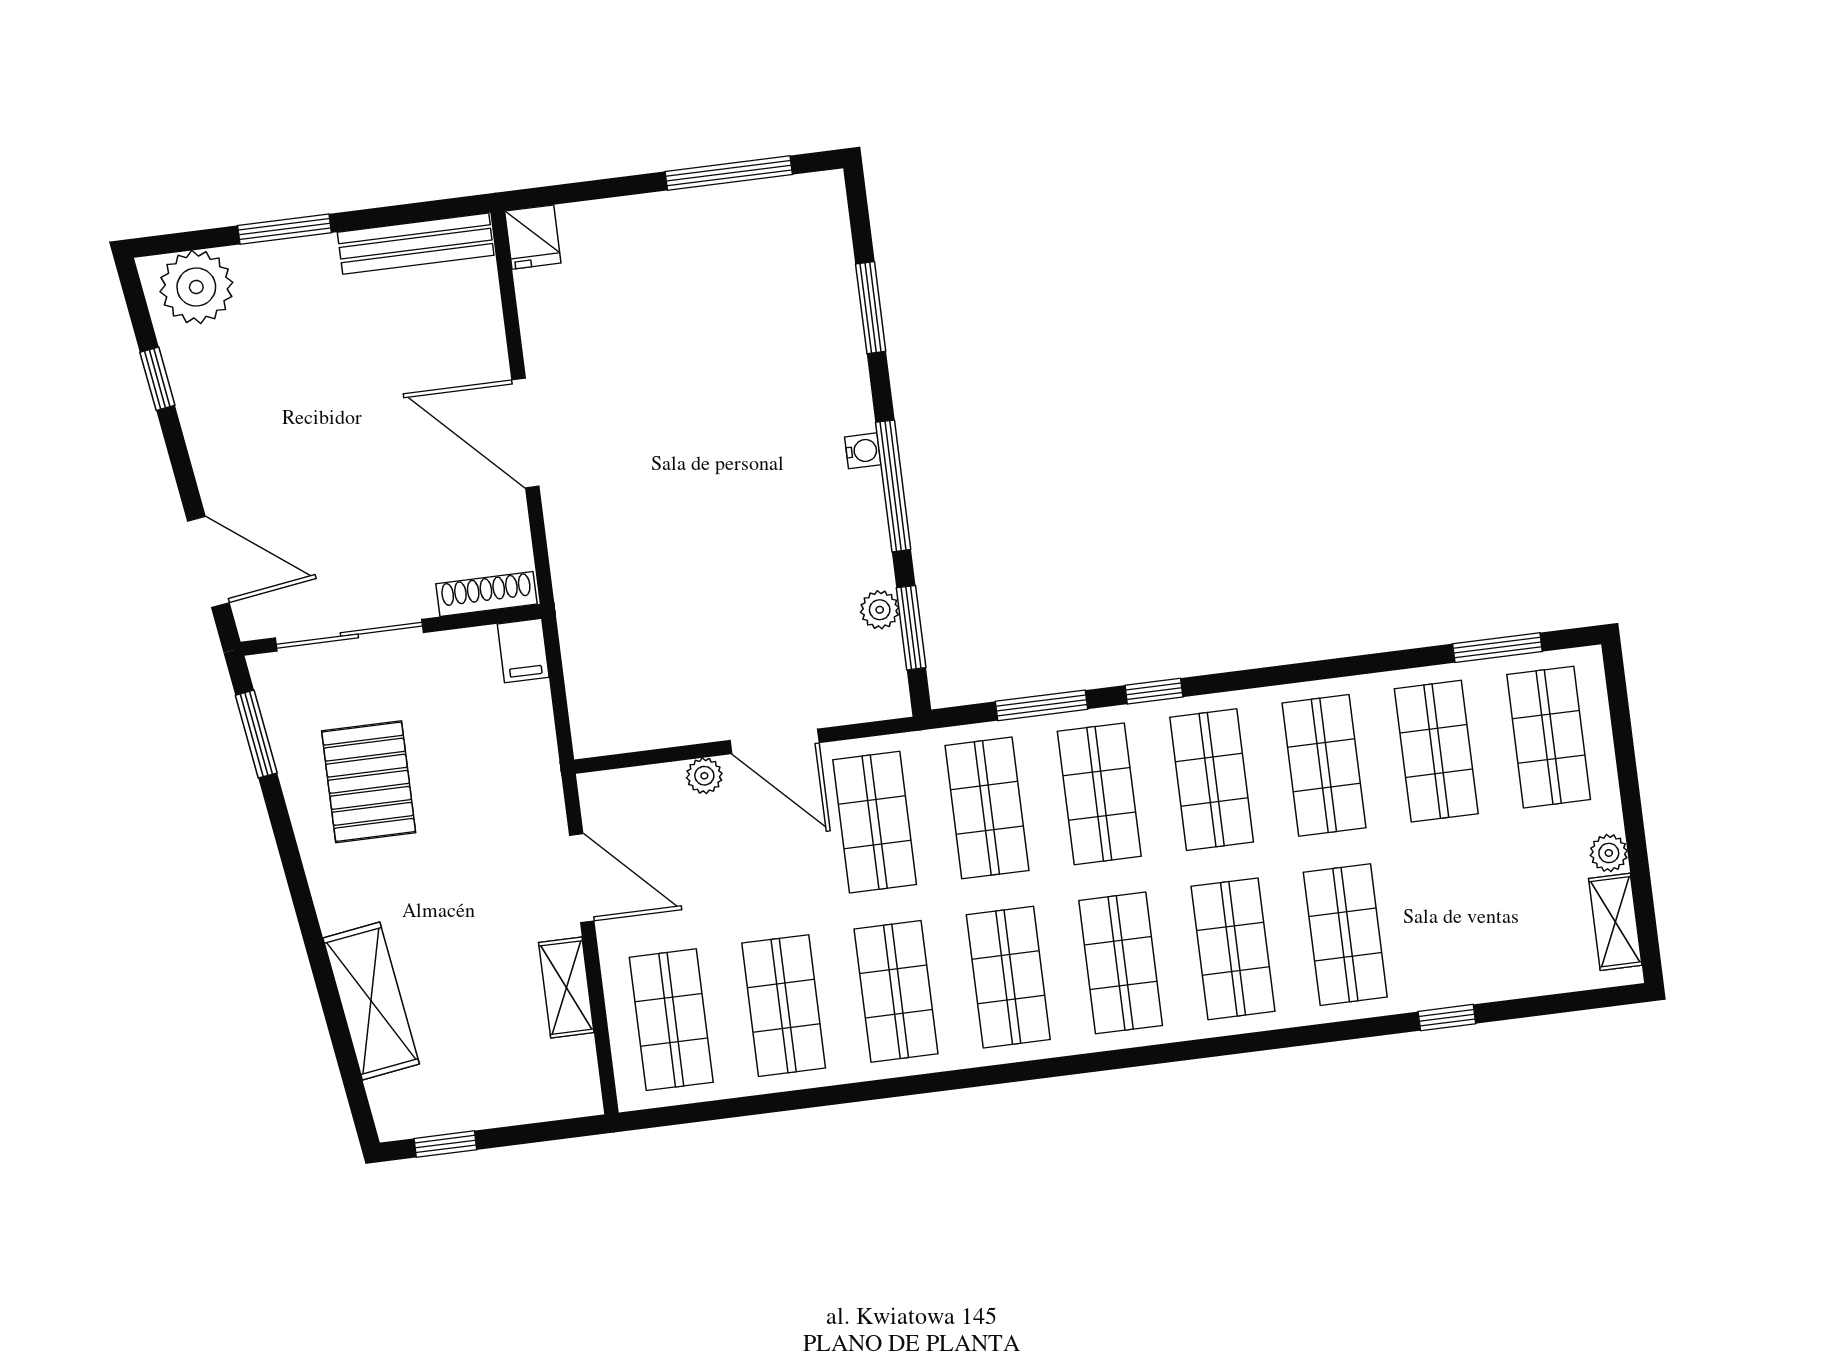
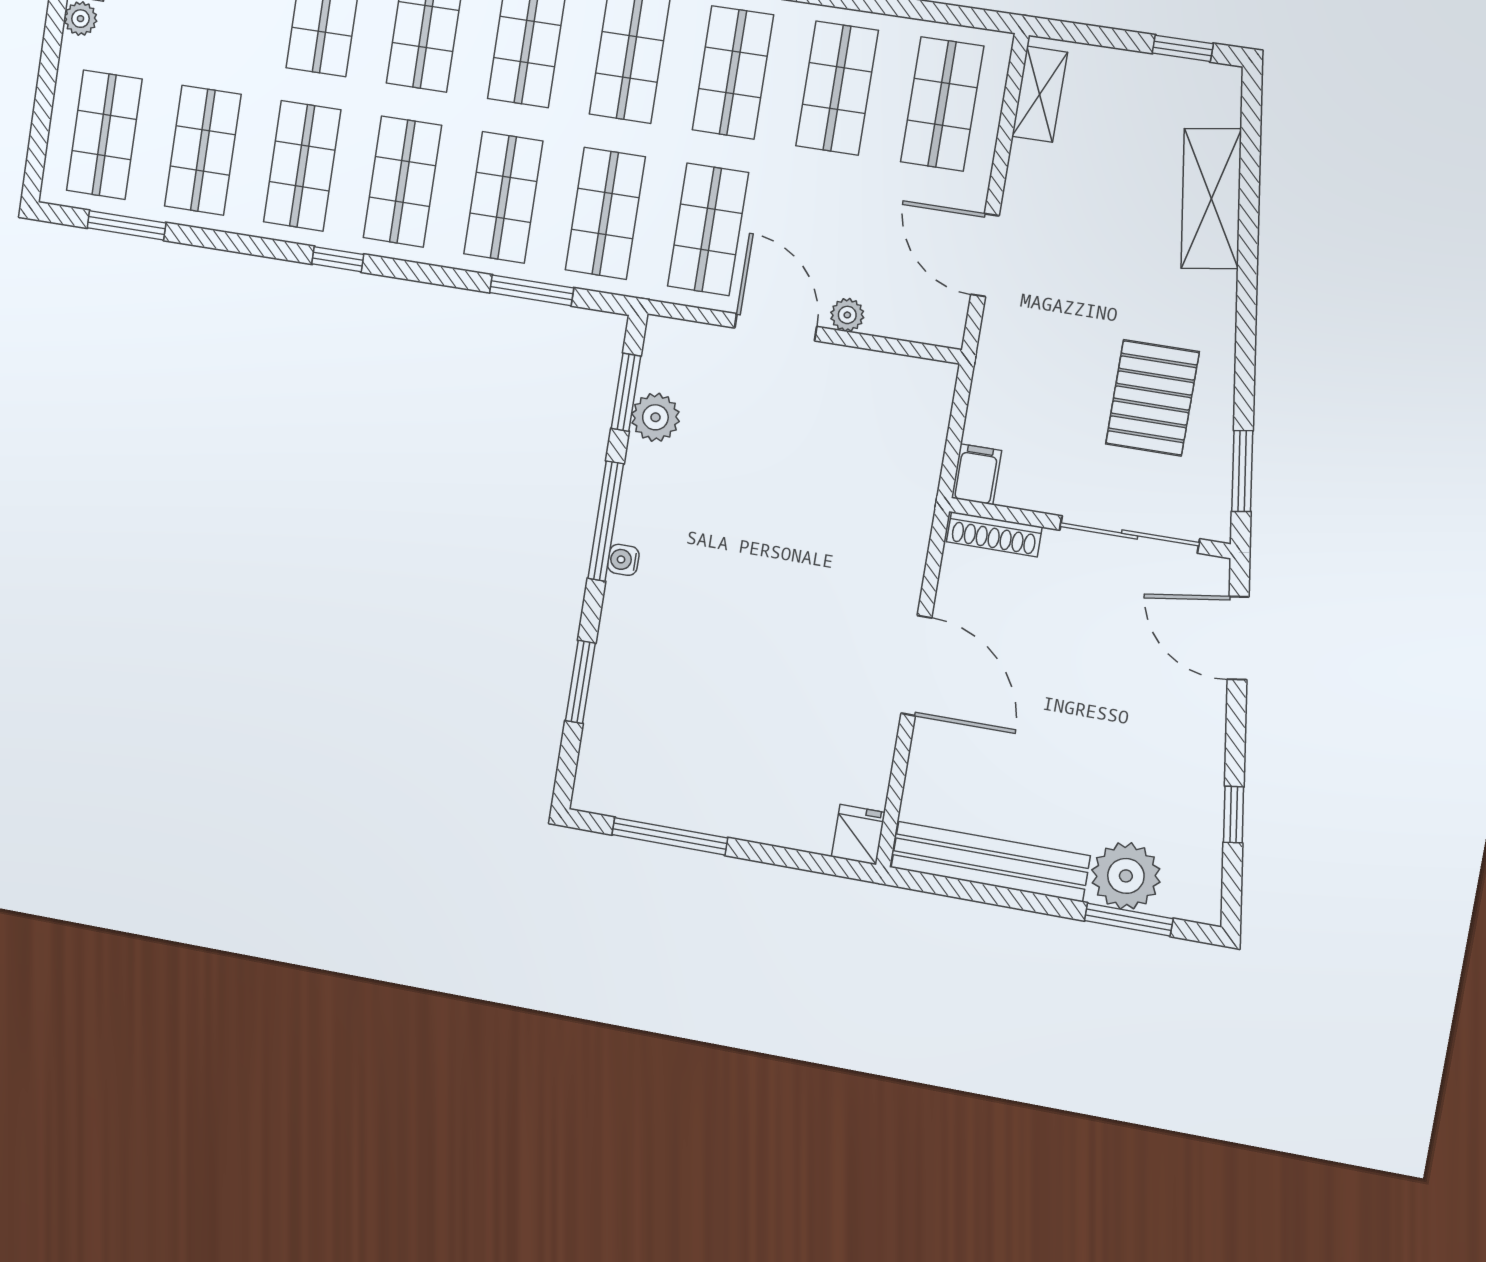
window: (284, 229) -> (1129, 920), moved
bench: (416, 244) -> (990, 862), width x1.37, depth x1.21
plant: (196, 287) -> (1126, 876), moved
plant: (880, 610) -> (655, 417), width x1.38, depth x1.38
window: (1154, 691) -> (338, 259), moved
shelving: (566, 988) -> (1040, 94), moved

